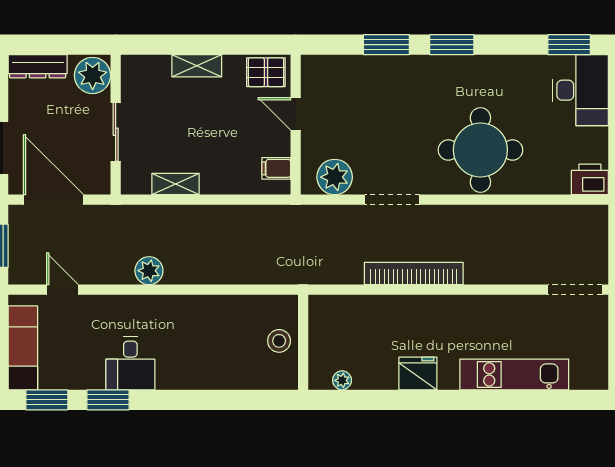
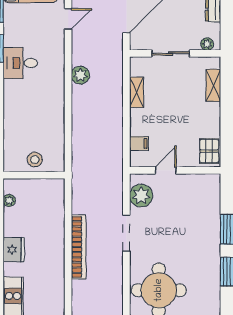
shelving: (197, 66) -> (213, 85), moved
plant: (93, 75) -> (207, 44), width x0.53, depth x0.53
door: (296, 114) -> (166, 170), moved
filing cabinet: (276, 168) -> (139, 143), moved, turned 90

